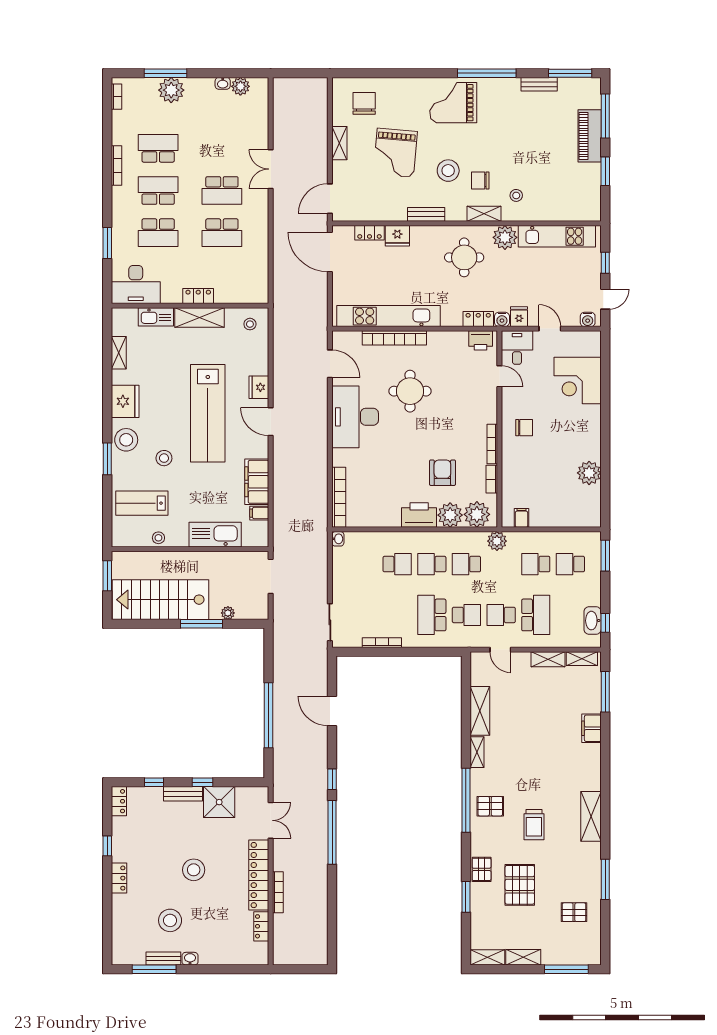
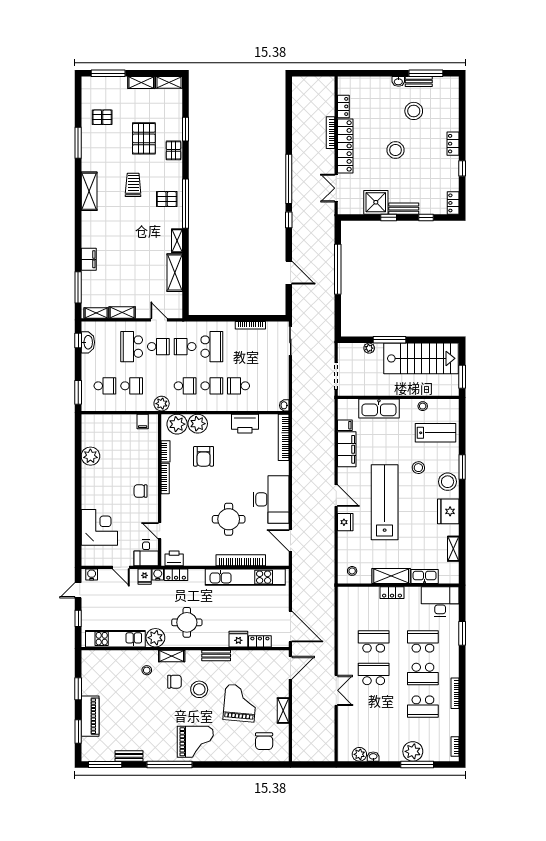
window: (605, 116) -> (78, 731), width x0.69
printer: (419, 515) -> (245, 424), moved

